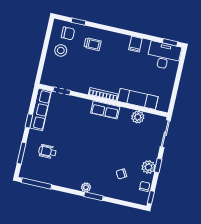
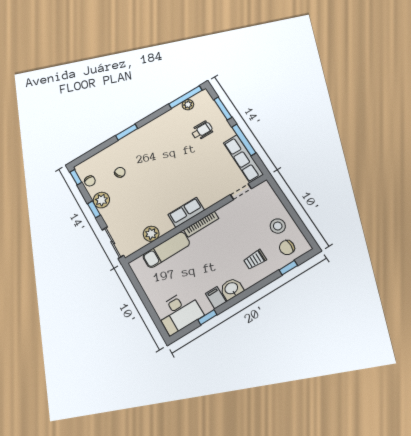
washbasin: (122, 41) -> (232, 289), added
window: (170, 42) -> (207, 317), moved
window: (29, 121) -> (244, 140), width x2.17
plant: (86, 187) -> (188, 105), moved

